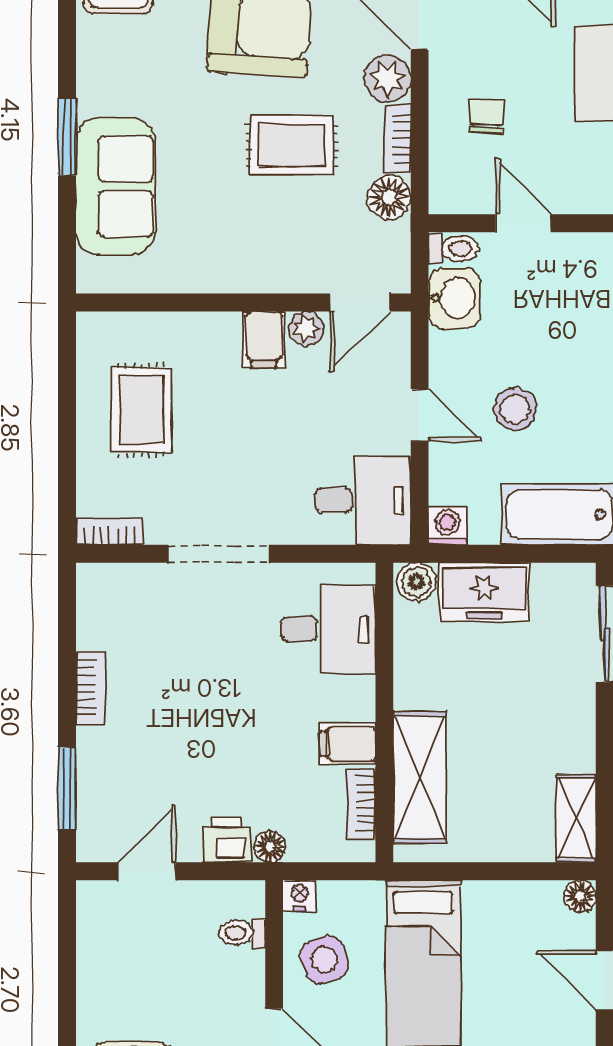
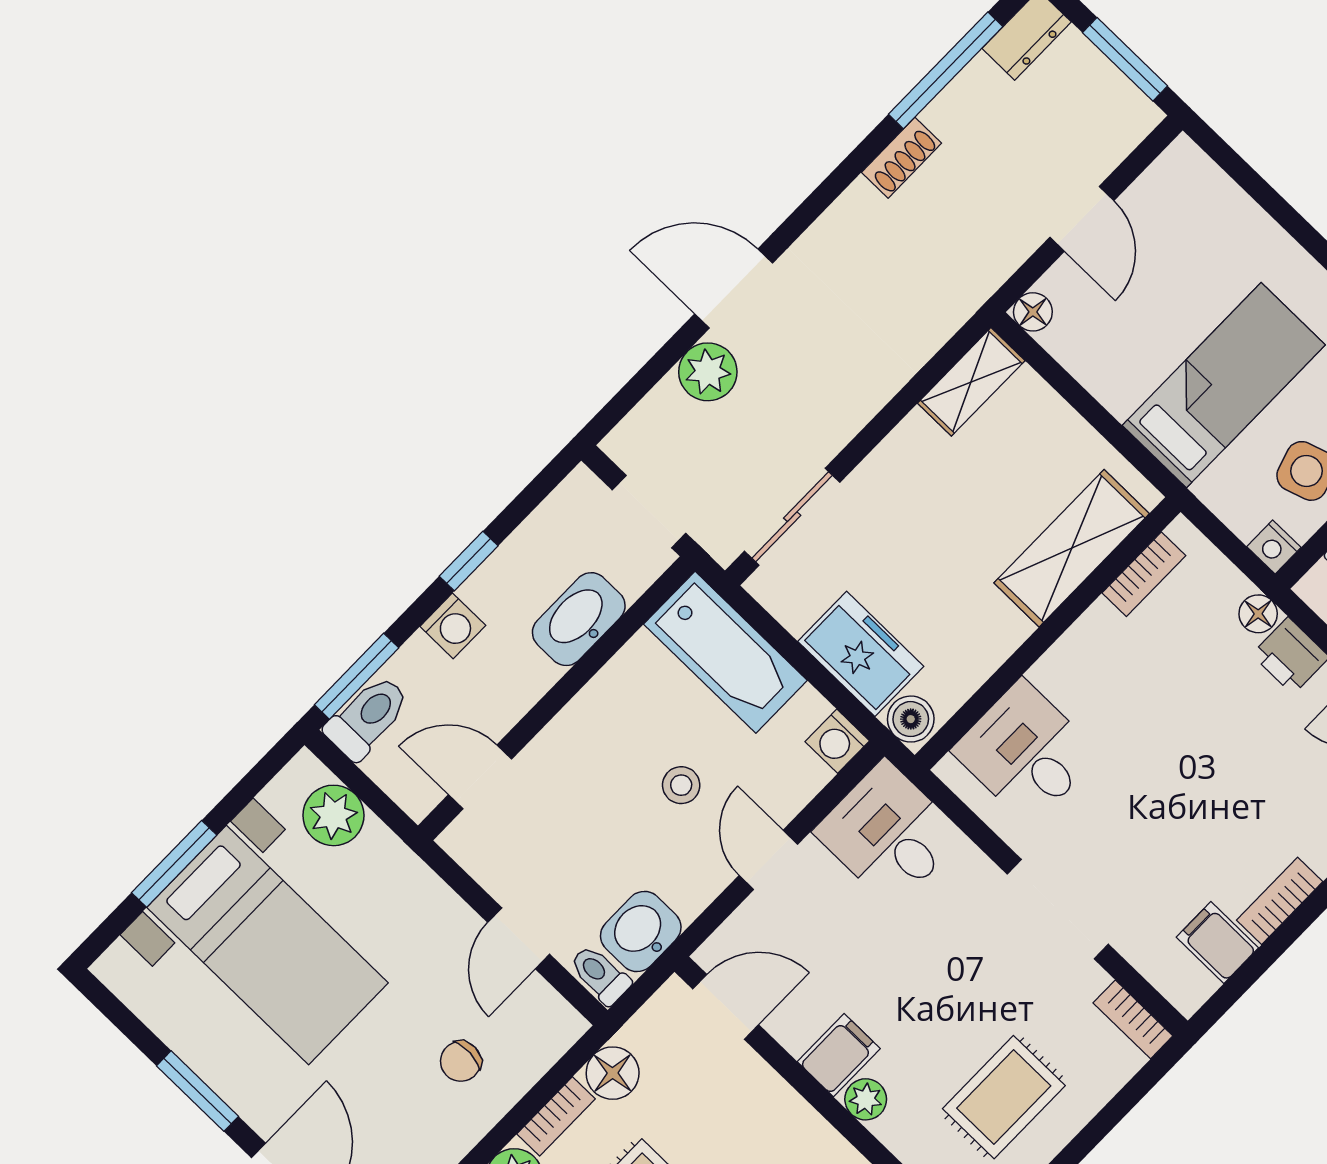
plant: (306, 329) -> (866, 1099), moved
stool: (515, 409) -> (681, 785), width x0.73, depth x0.73
filing cabinet: (348, 744) -> (1217, 942), moved, turned 180

